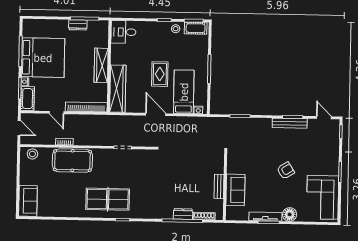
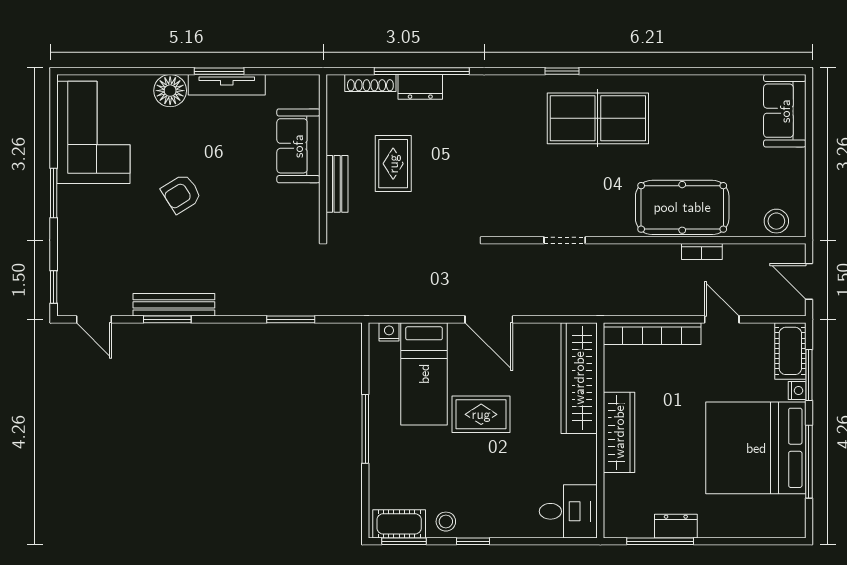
rug: (160, 74) -> (481, 414), turned 90
rug: (195, 182) -> (393, 164), added
bench: (219, 186) -> (337, 184), moved

